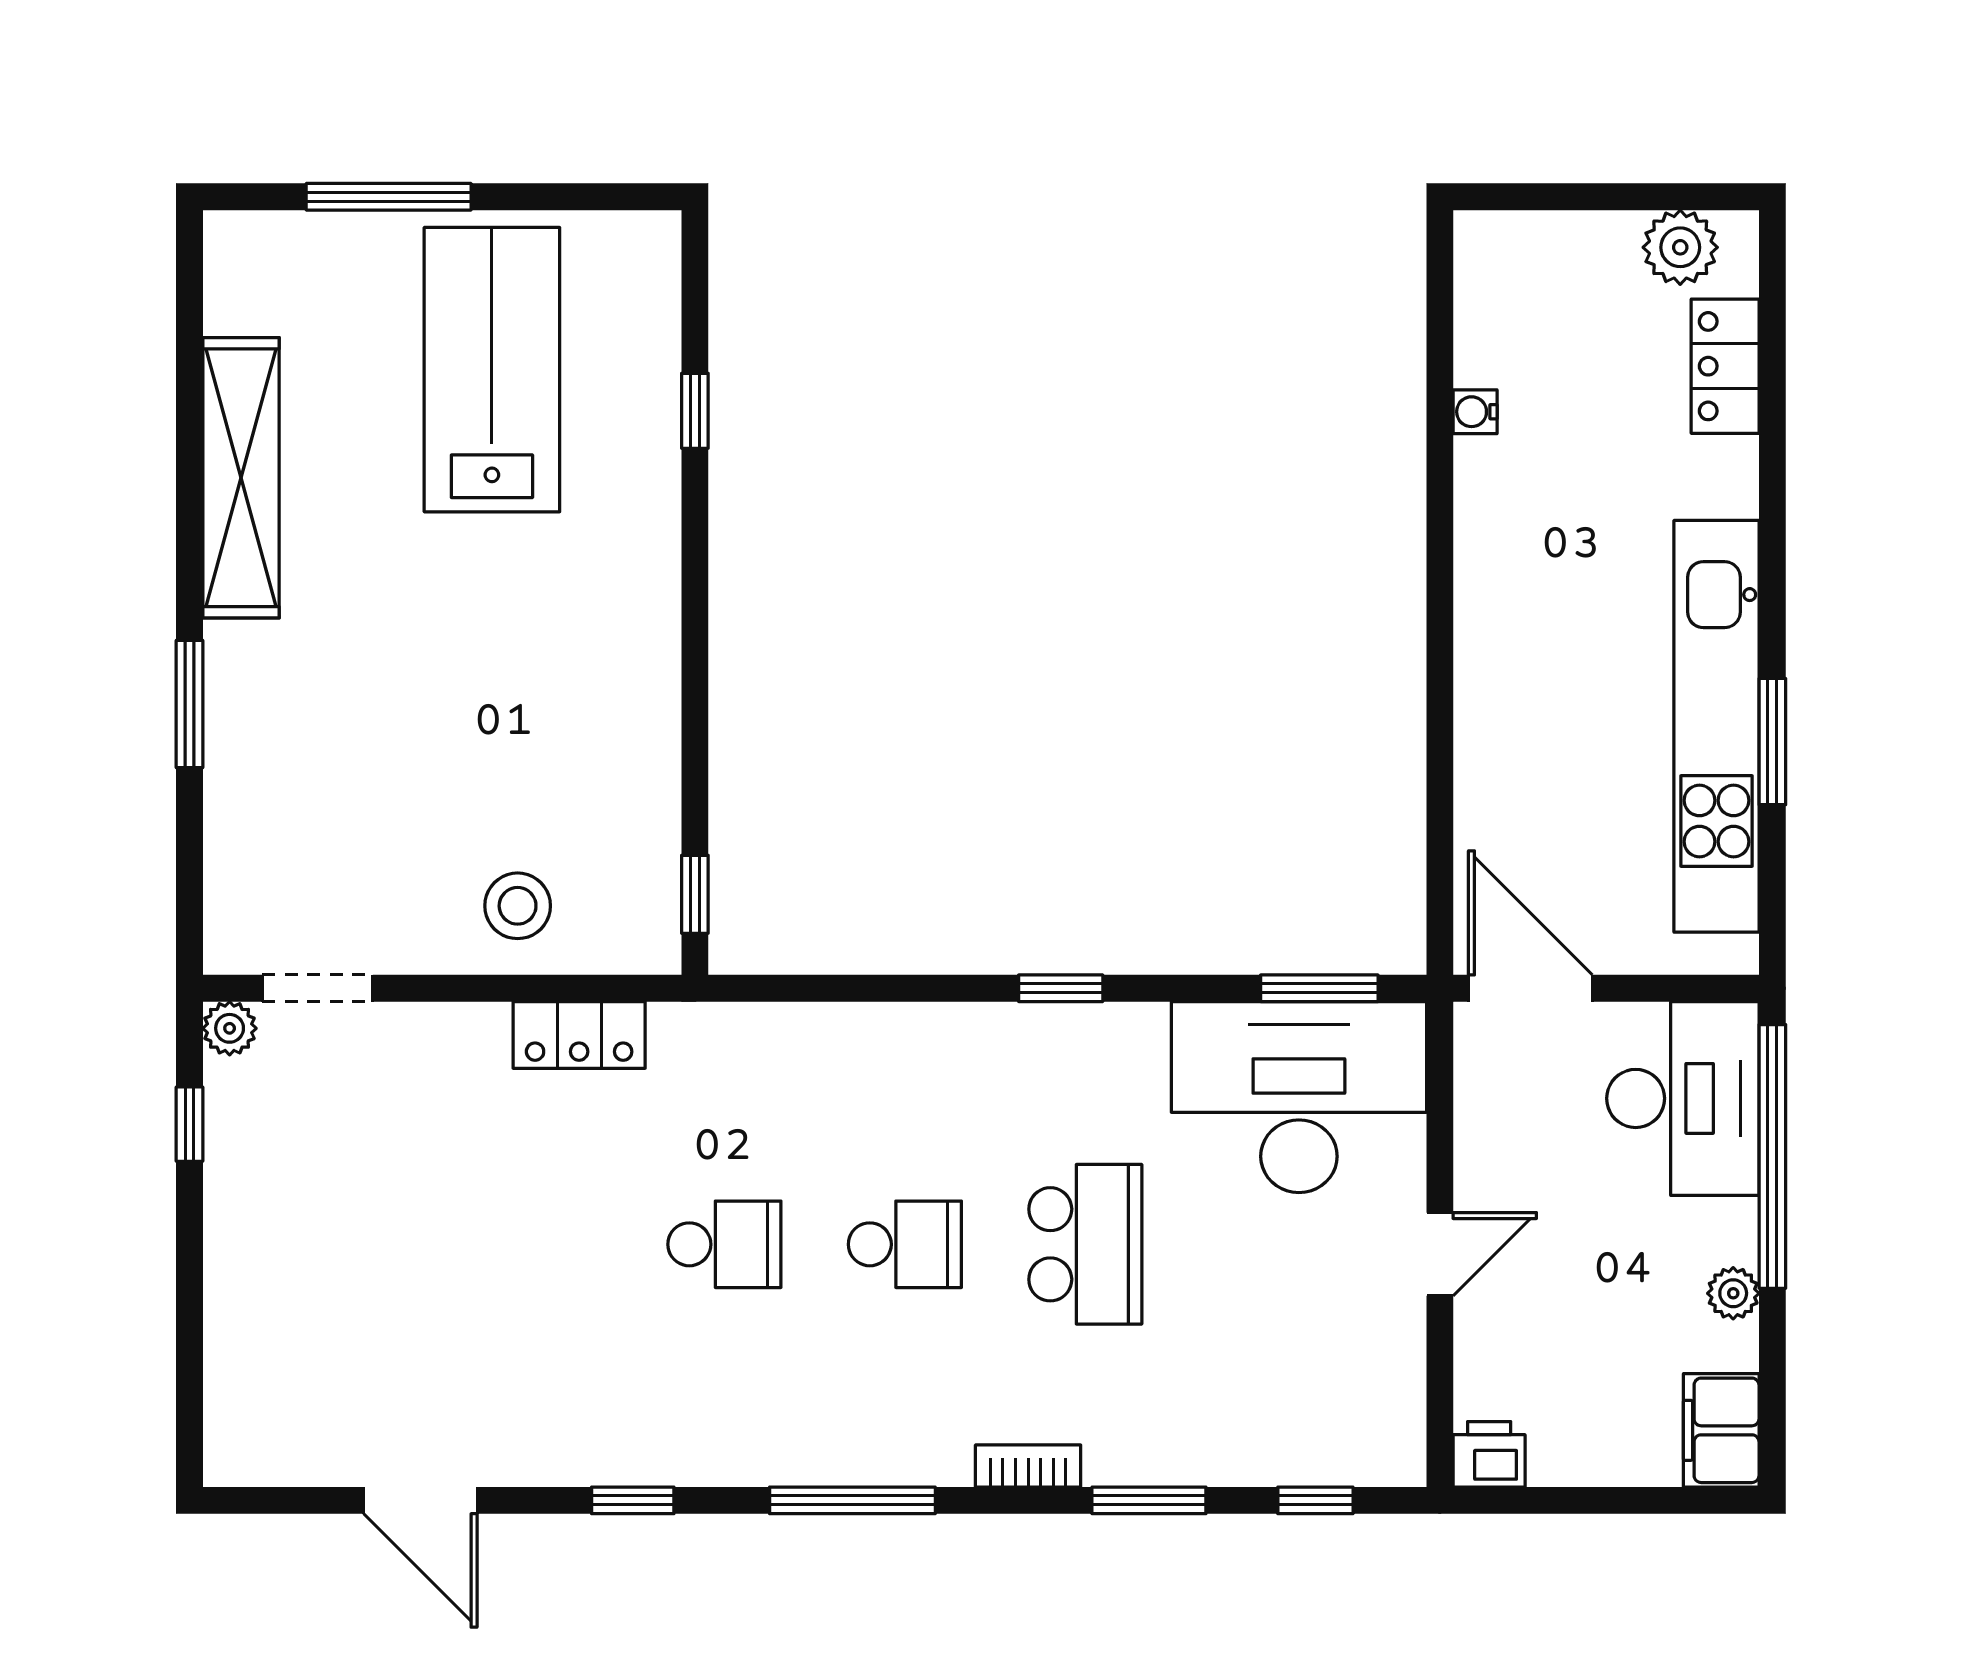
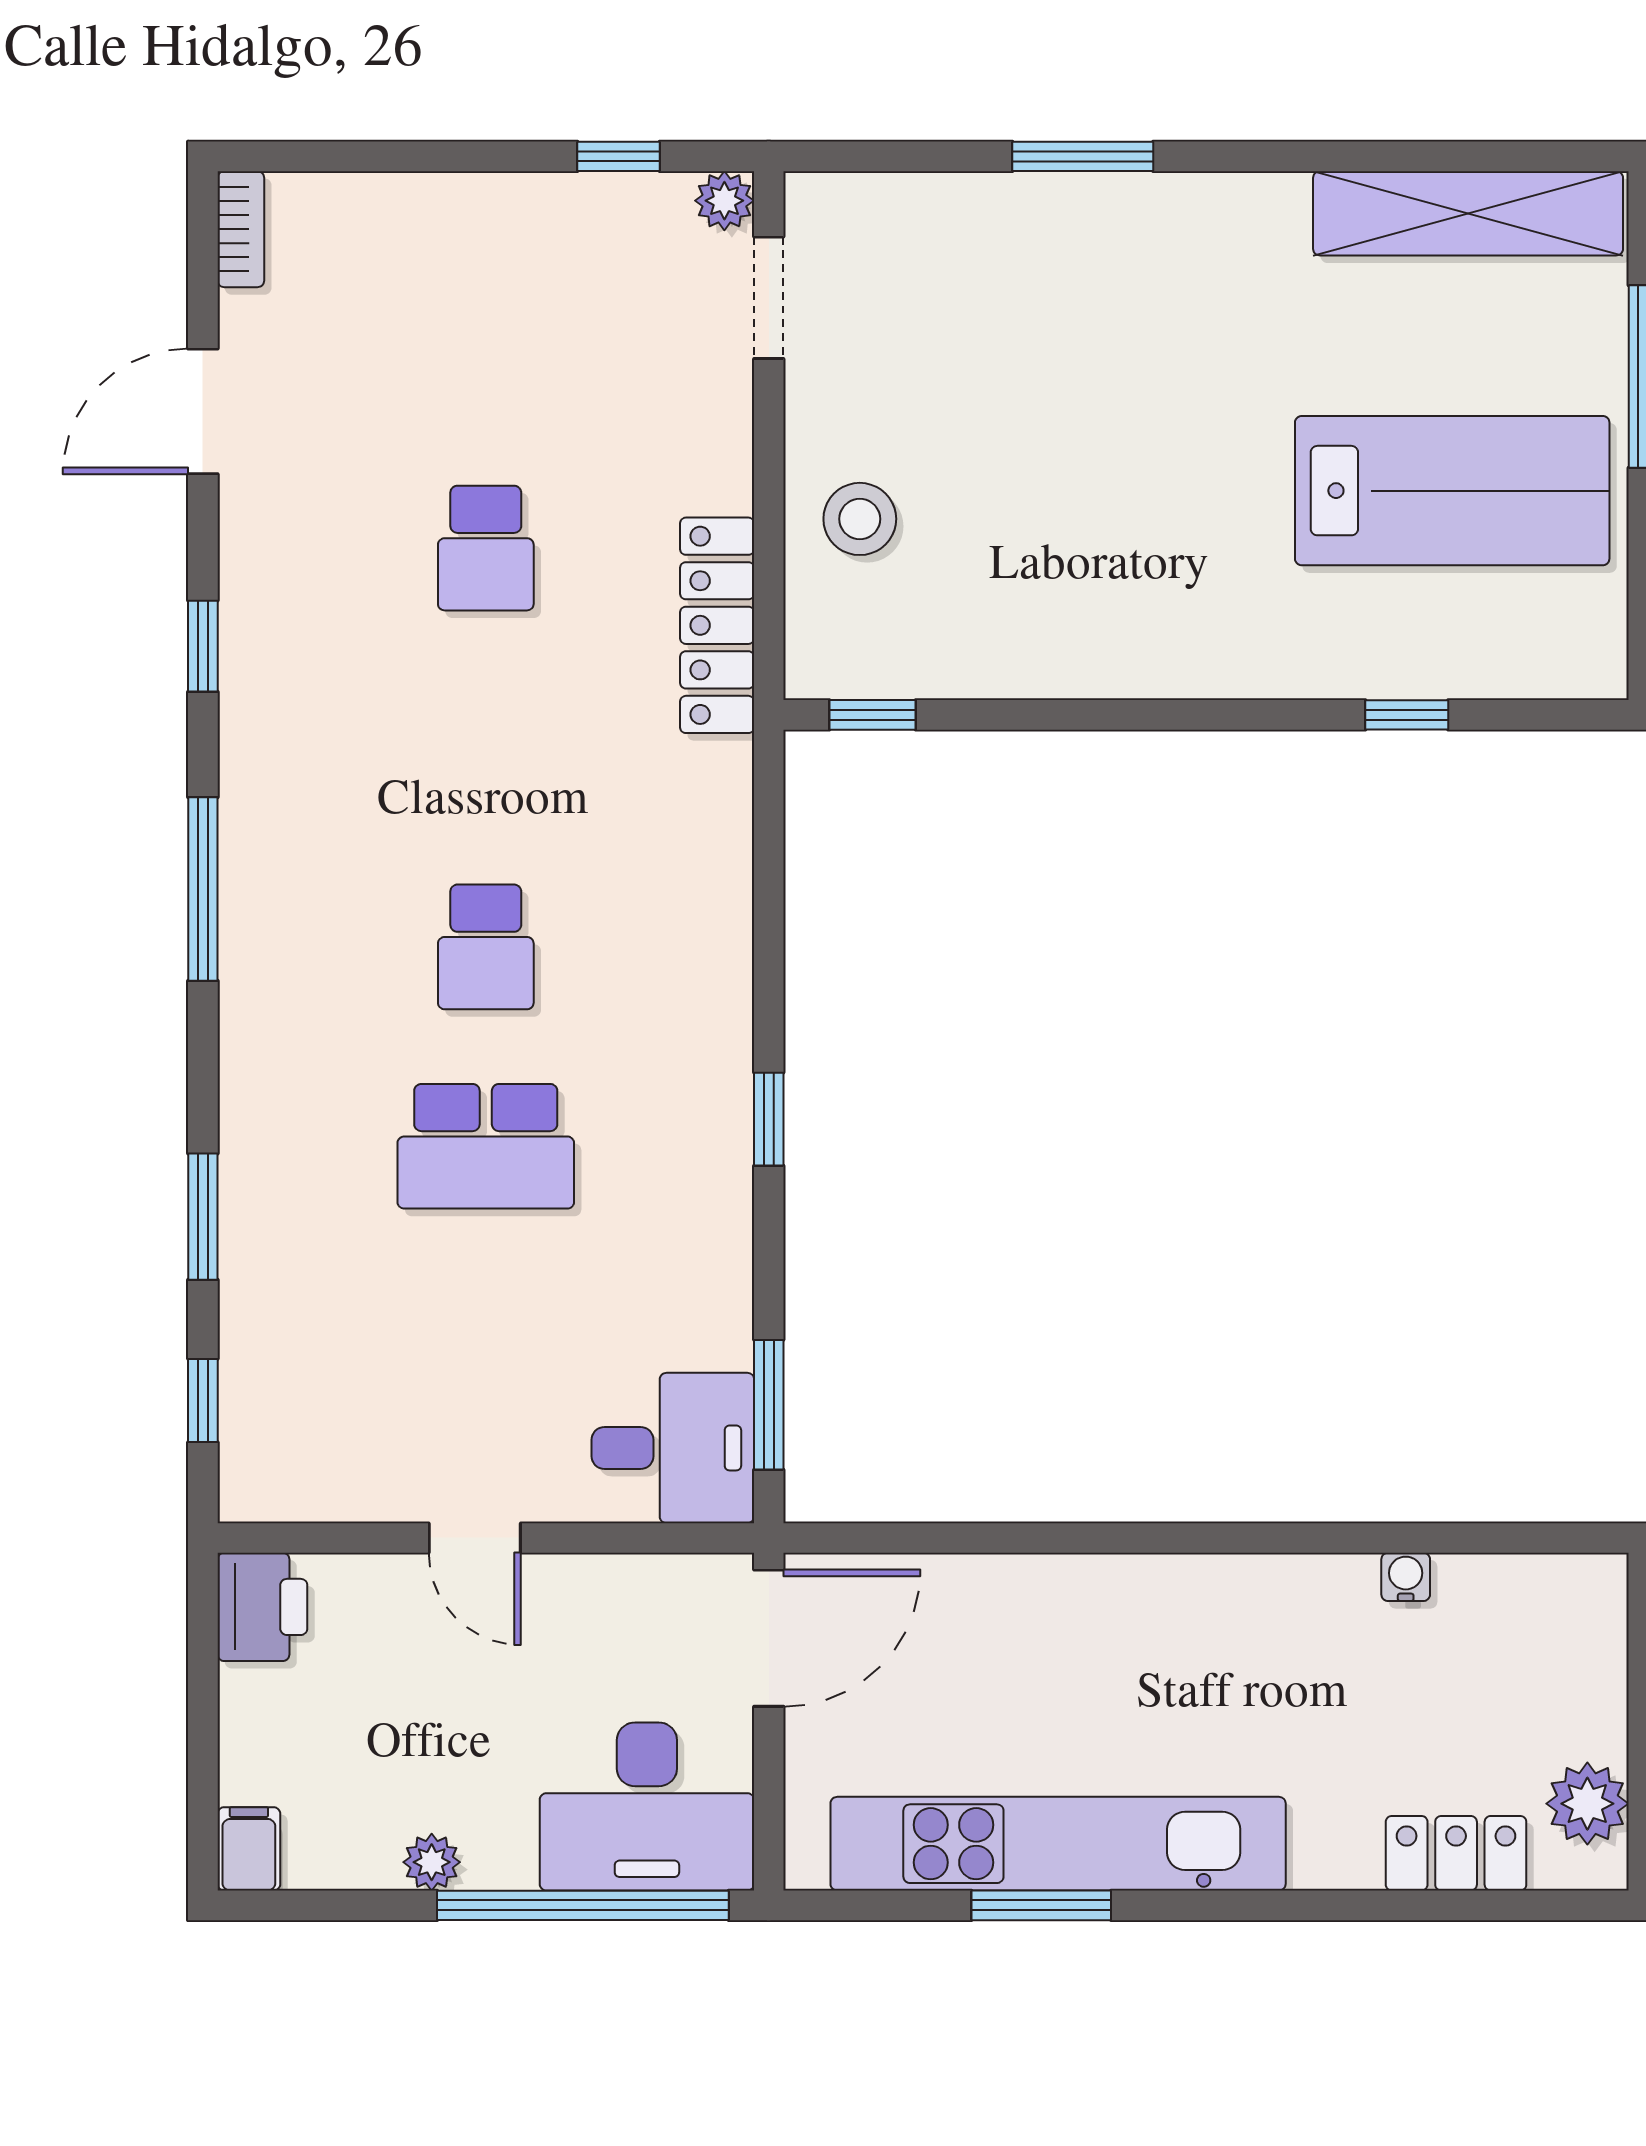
shelving: (241, 478) -> (1468, 213), moved
locker: (579, 1035) -> (717, 625), width x1.53
desk: (1299, 1097) -> (673, 1448), width x0.53, depth x0.77
school desk: (724, 1244) -> (486, 548), moved
filing cabinet: (1721, 1430) -> (249, 1849), width x0.50
printer: (1489, 1454) -> (262, 1607), width x1.36, depth x1.24
bookcase: (1028, 1466) -> (241, 229), moved

